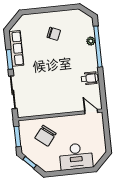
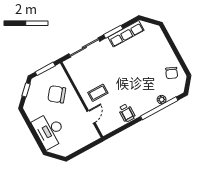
chair: (54, 34) -> (172, 73), moved
coffee table: (60, 97) -> (98, 93), added
door: (91, 112) -> (91, 117), moved

